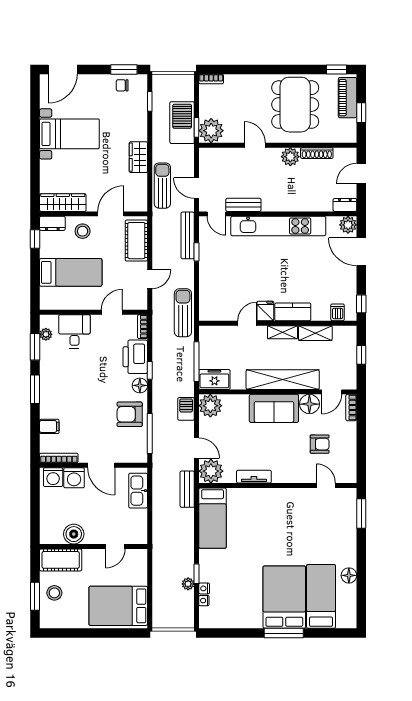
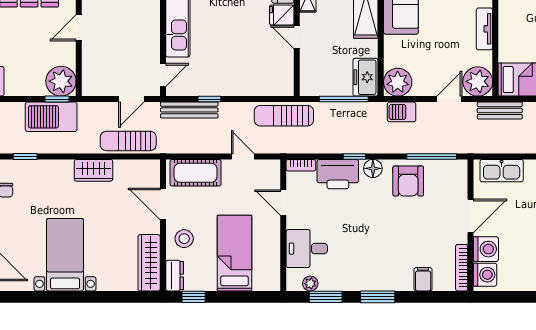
bench: (243, 205) -> (152, 42), removed

